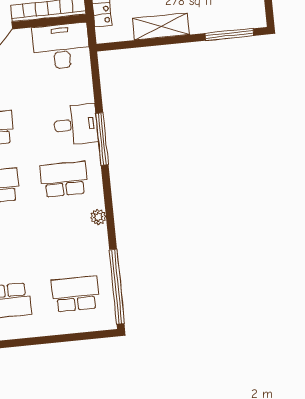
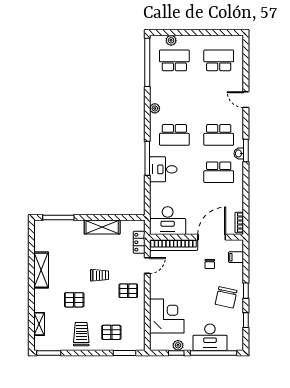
school desk: (75, 294) -> (174, 60), turned 180
plant: (84, 324) -> (171, 40), added

